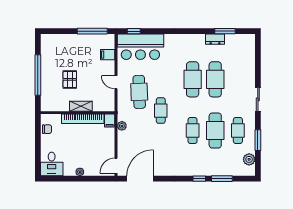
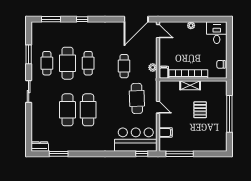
dresser: (215, 39) -> (40, 147), moved
cafe table: (161, 111) -> (124, 66), moved
plant: (249, 159) -> (37, 37), removed
door: (116, 166) -> (158, 31), hinge flipped
window: (222, 179) -> (51, 19), moved

